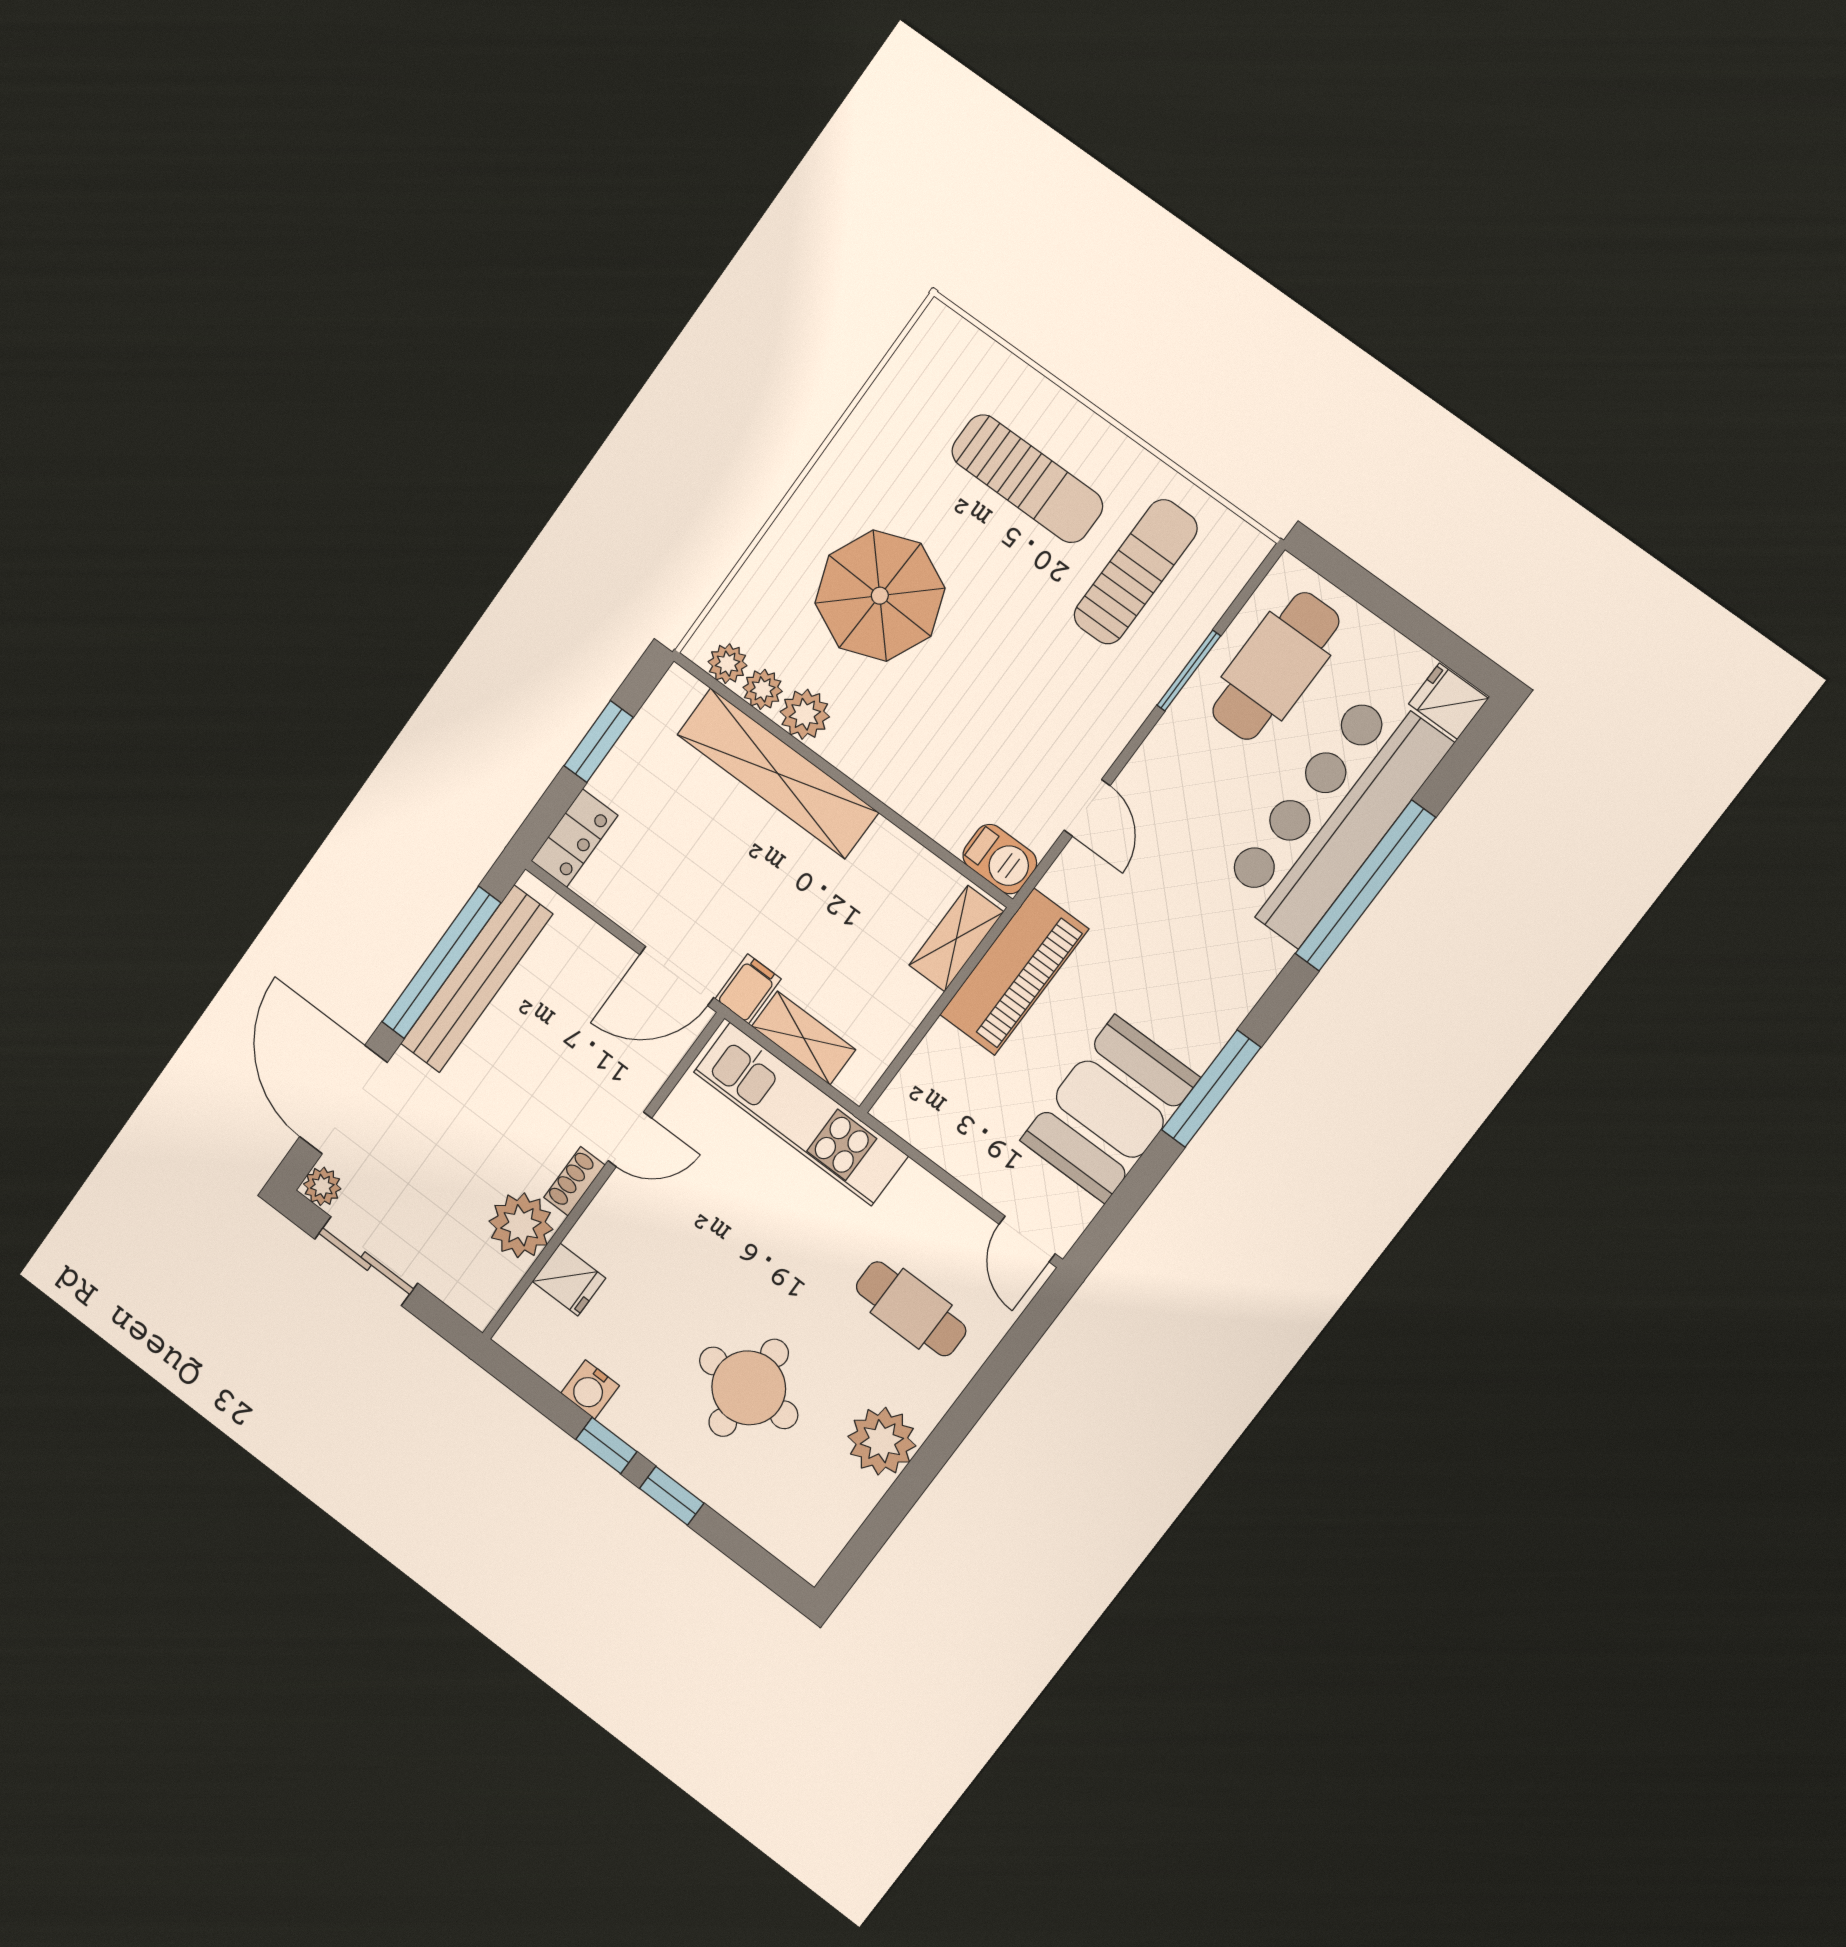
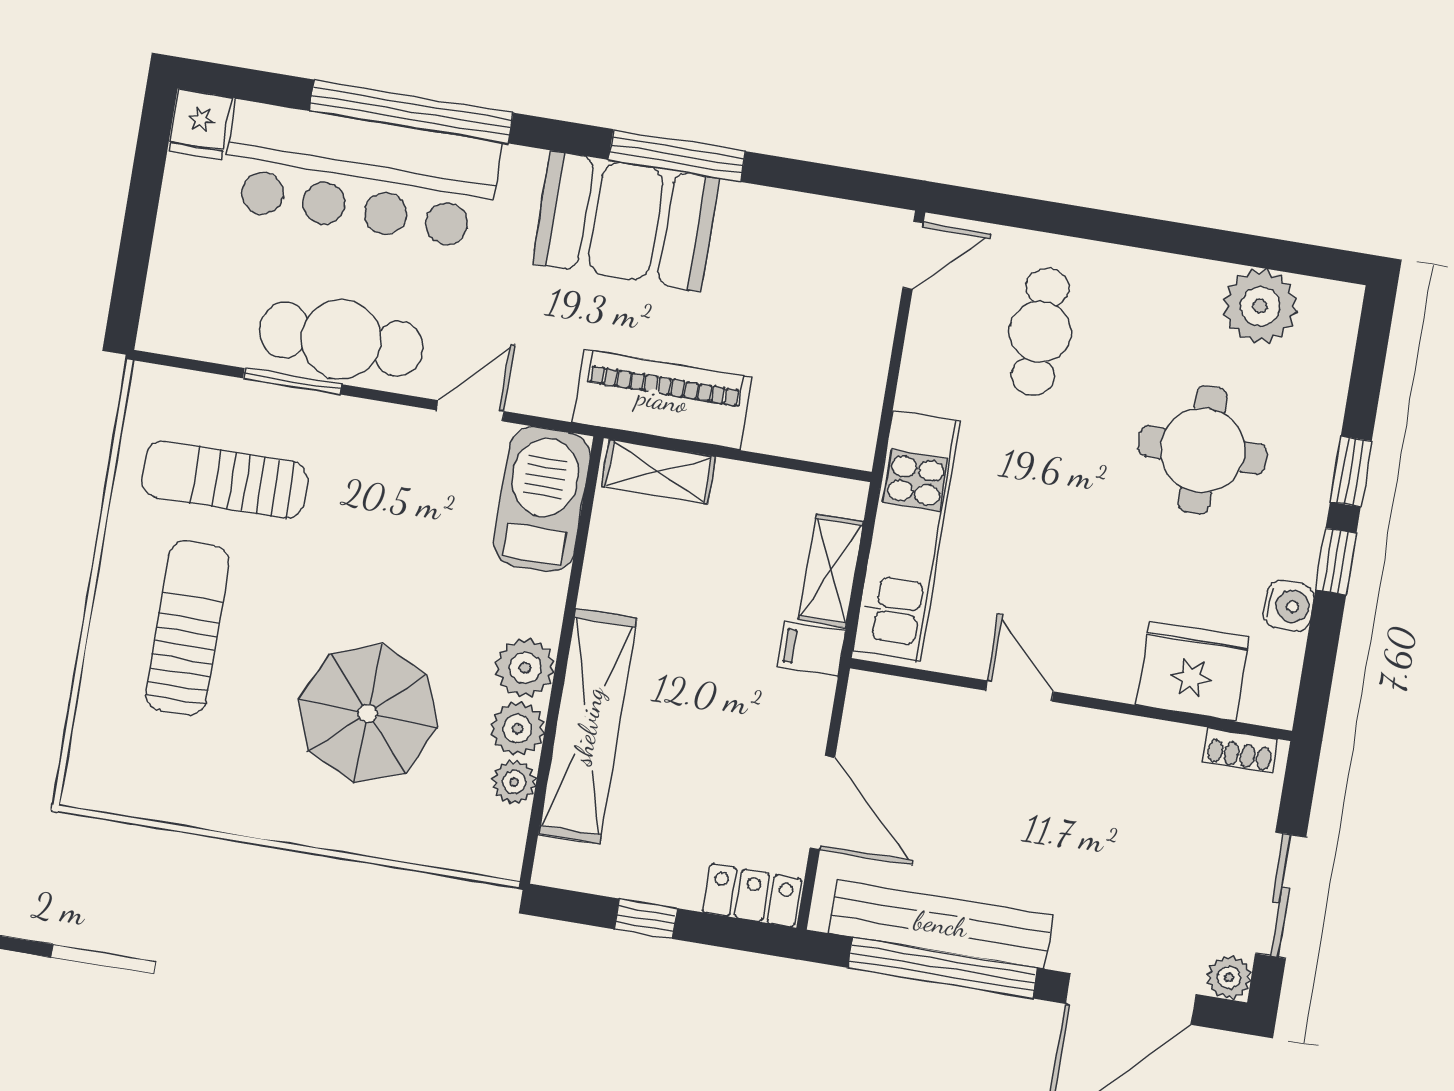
plant: (727, 664) -> (525, 668), moved, width x1.38, depth x1.38
cafe table: (1276, 666) -> (341, 339), moved
window: (599, 742) -> (646, 919), width x0.67
barbecue: (1000, 859) -> (542, 499), width x1.88, depth x1.53
door: (677, 976) -> (822, 803), moved
booth: (1110, 1109) -> (626, 221), moved
shoe rack: (574, 1181) -> (1240, 750), moved
plant: (521, 1225) -> (1162, 757), removed
fridge: (569, 1280) -> (1192, 671), width x1.88, depth x1.34
plant: (882, 1441) -> (1260, 306), moved

